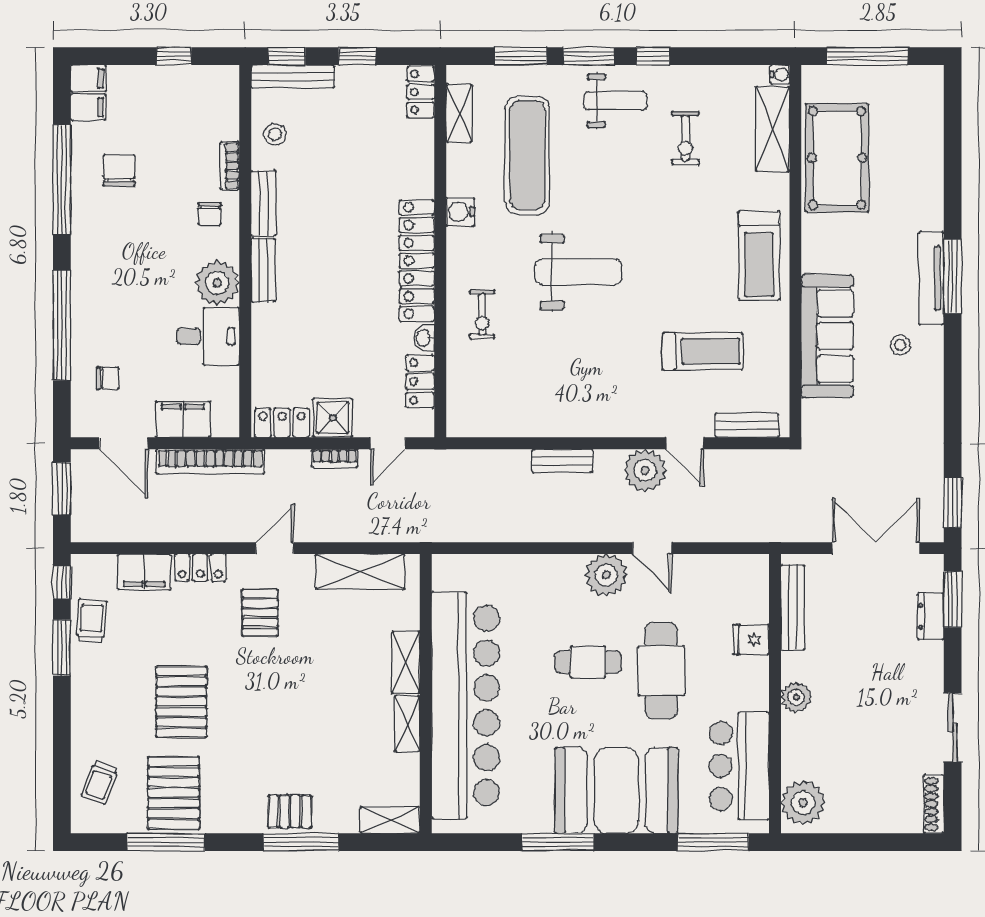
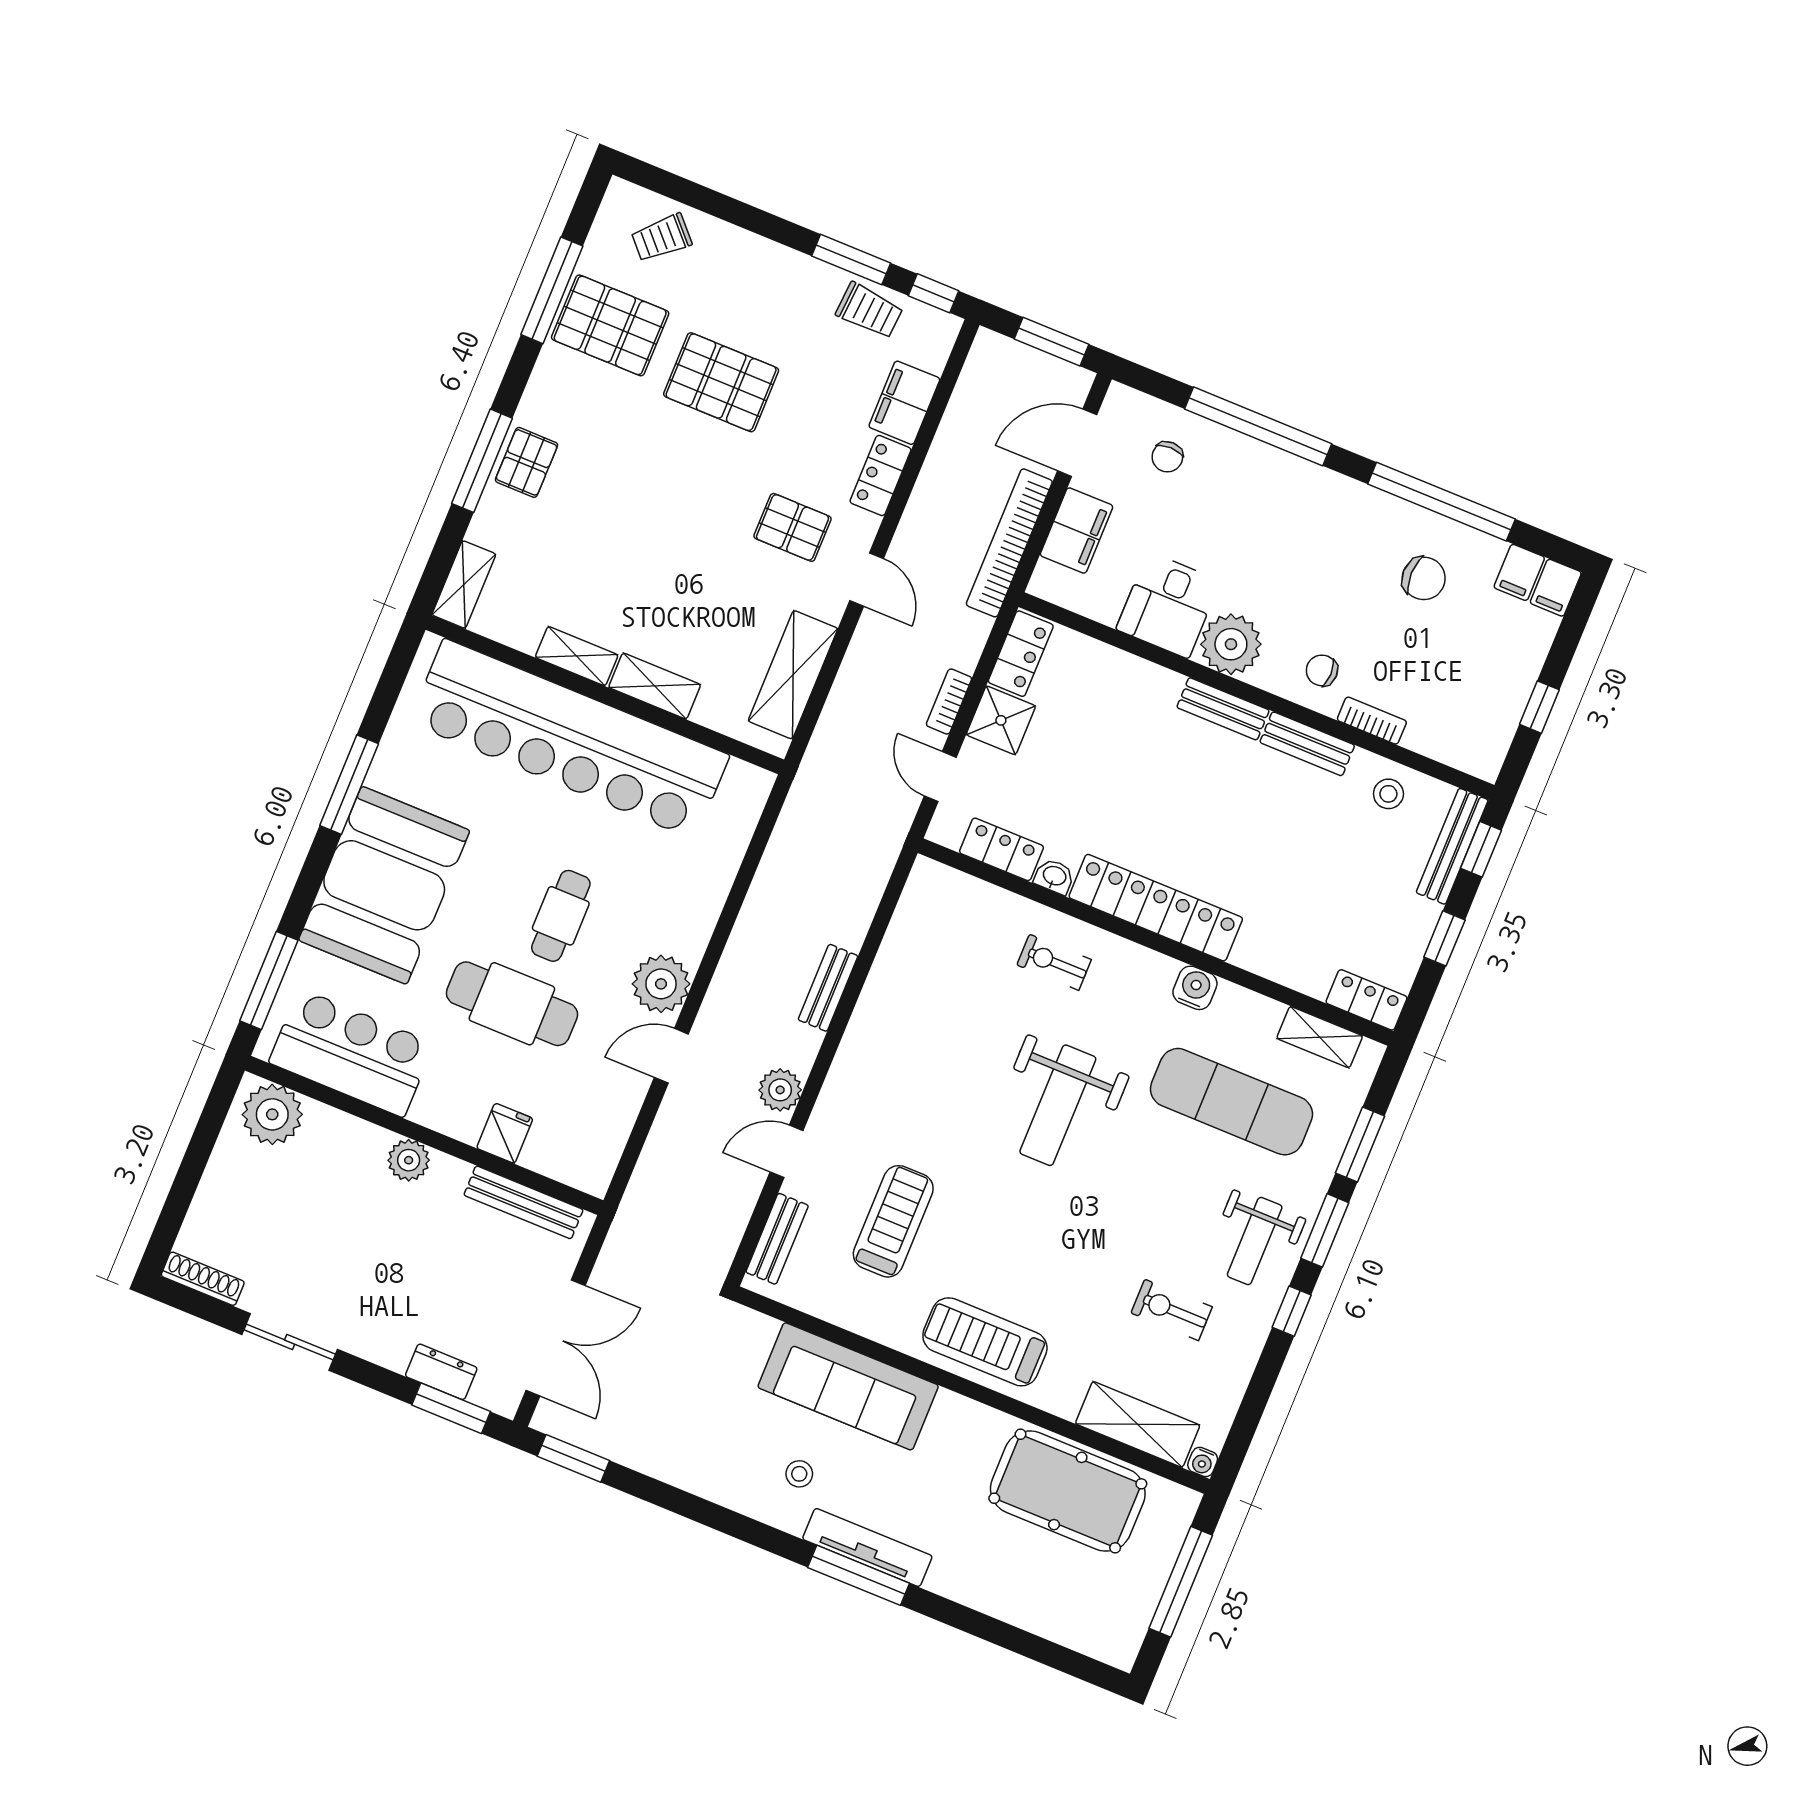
treadmill: (703, 351) -> (893, 1221), turned 180
plant: (645, 470) -> (780, 1090), width x0.73, depth x0.73
trolley: (100, 782) -> (661, 238), turned -63

